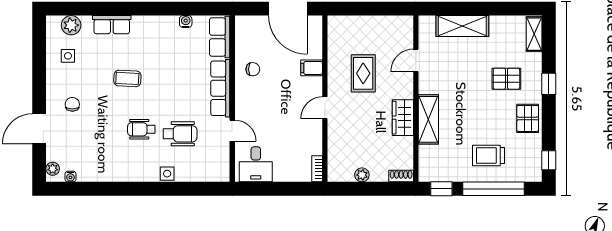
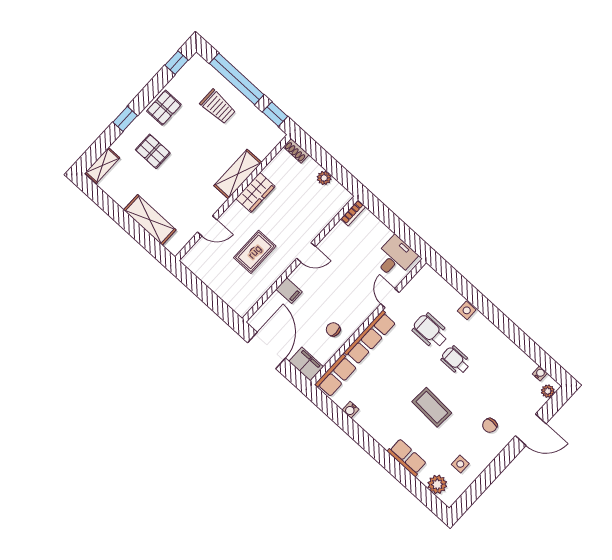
filing cabinet: (250, 25) -> (306, 364), added
coffee table: (127, 78) -> (432, 407), width x1.36, depth x1.30
wheelchair: (141, 129) -> (456, 360), turned 180

